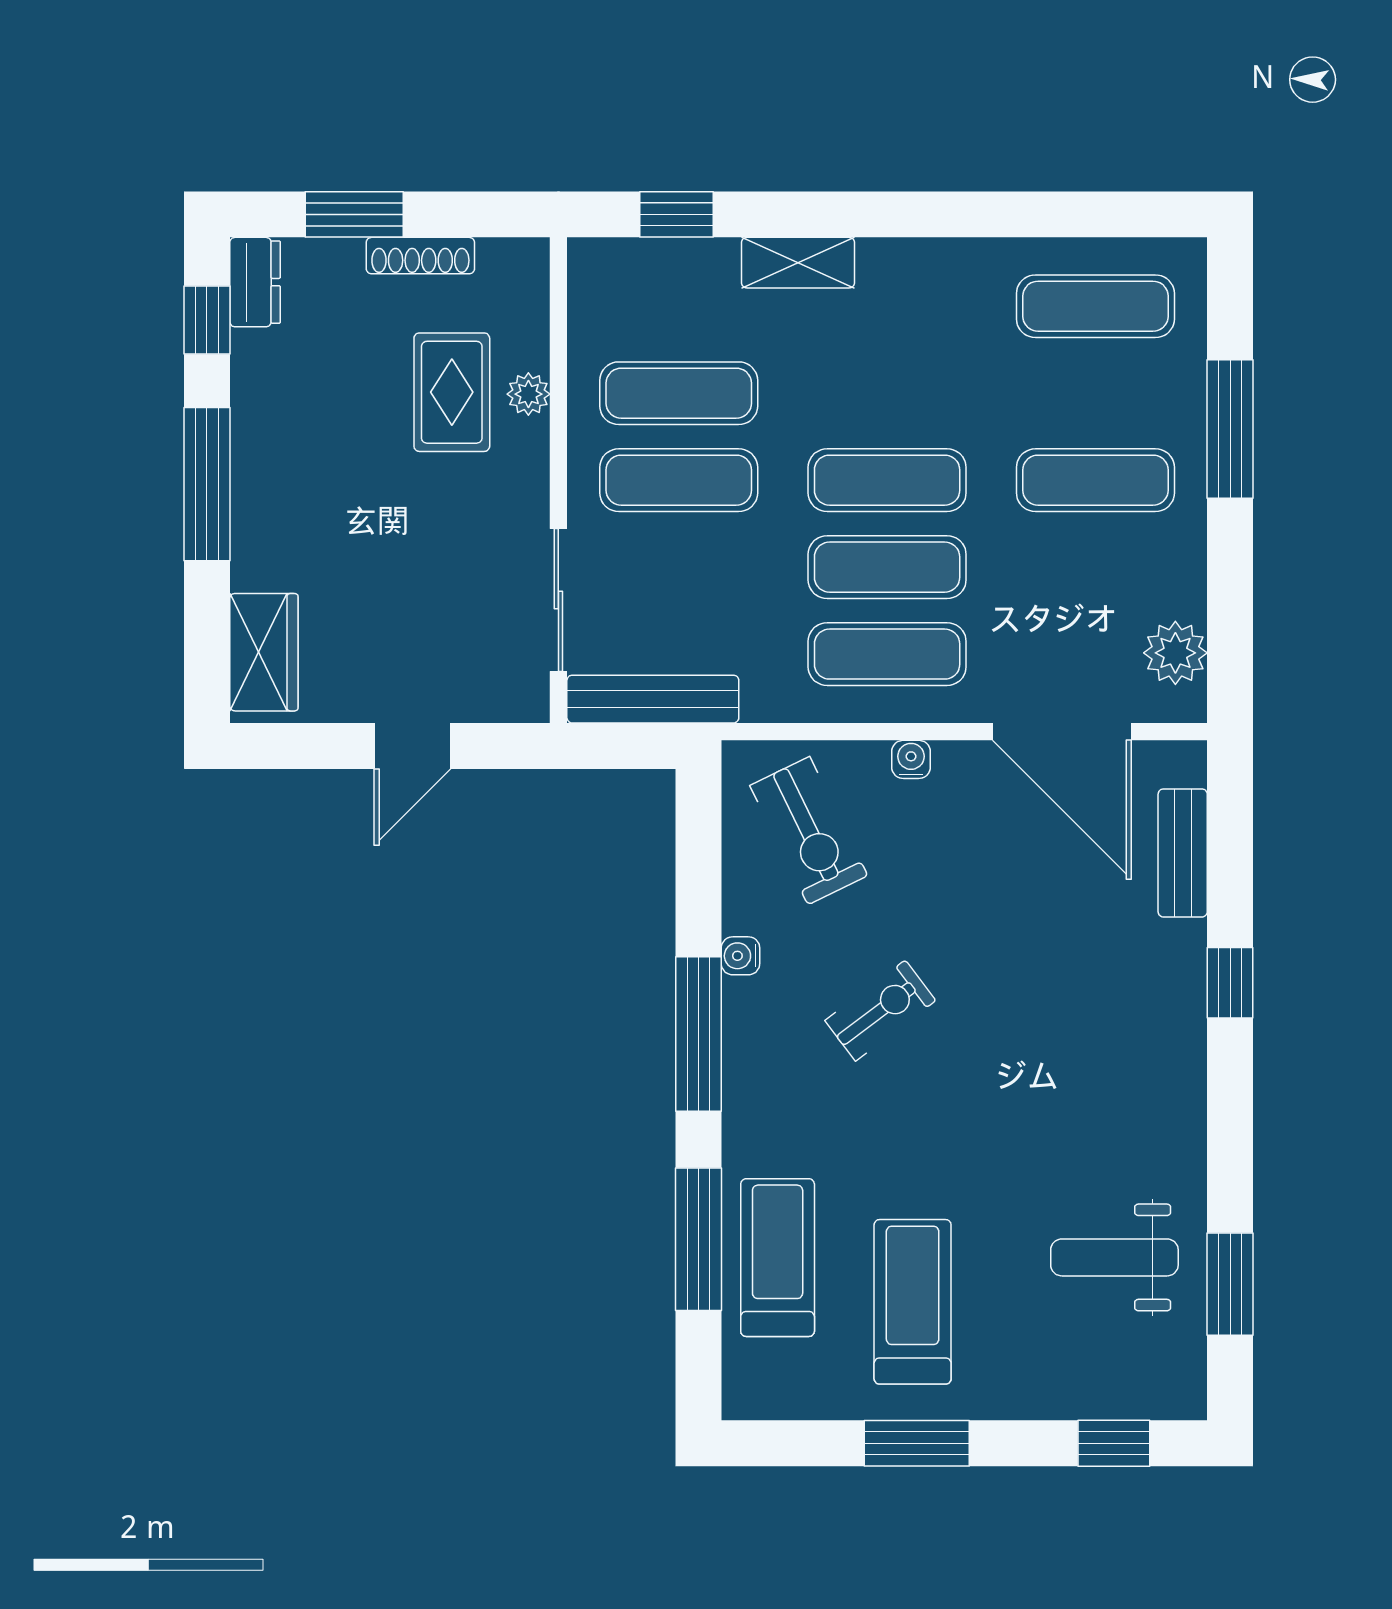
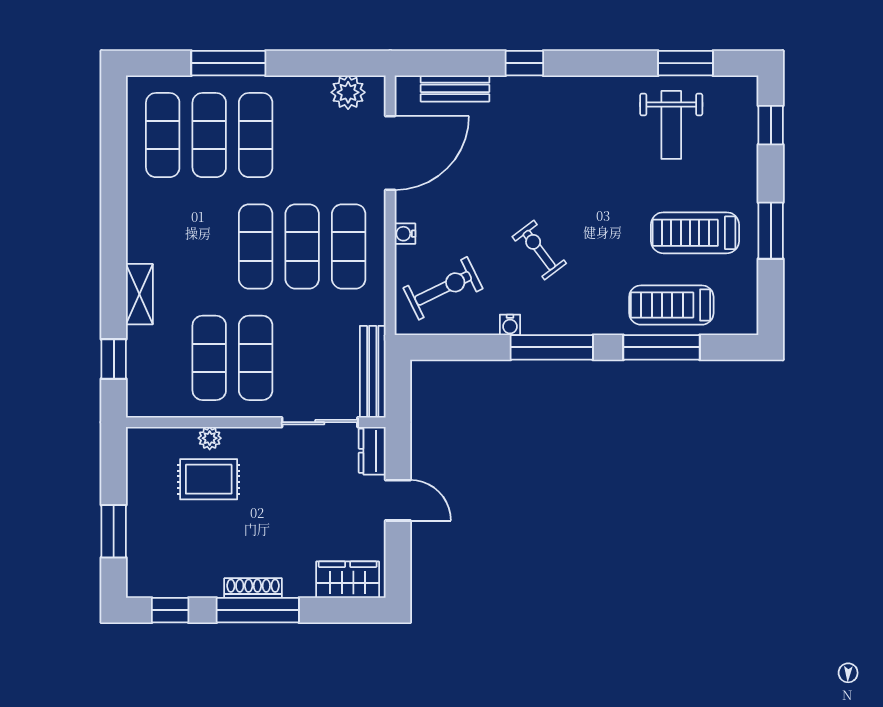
shoe rack: (420, 256) -> (253, 588), moved, turned -90
dresser: (255, 282) -> (372, 451), moved, turned -90
exercise mat: (1095, 393) -> (209, 135), added

